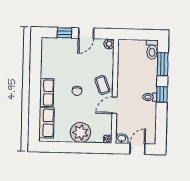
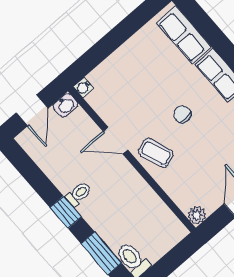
door: (114, 105) -> (115, 141), swing flipped
plant: (80, 132) -> (128, 63), removed

